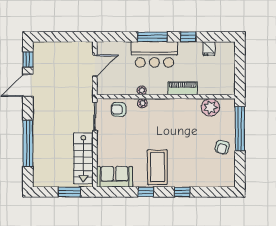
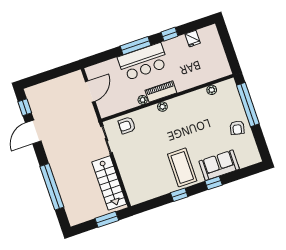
piano: (183, 88) -> (161, 91), moved
plant: (142, 103) -> (162, 107), moved
plant: (210, 107) -> (212, 90), width x0.53, depth x0.53
sofa: (115, 177) -> (219, 165), moved

